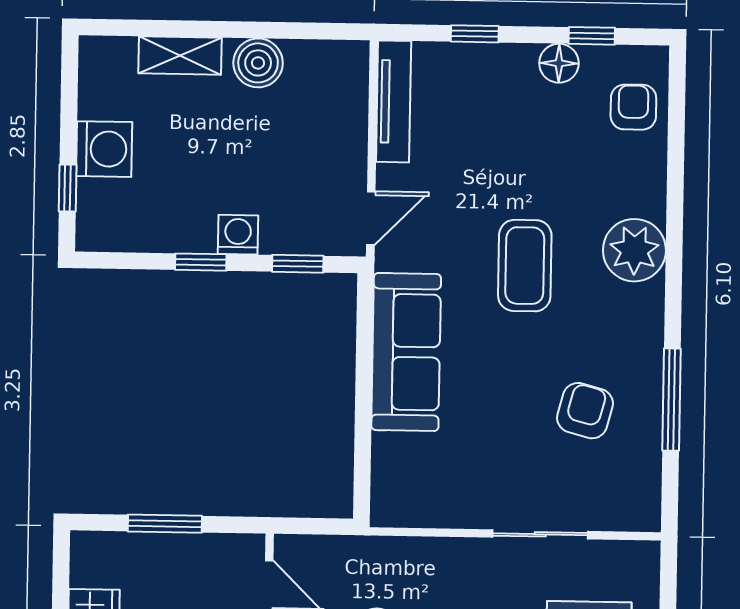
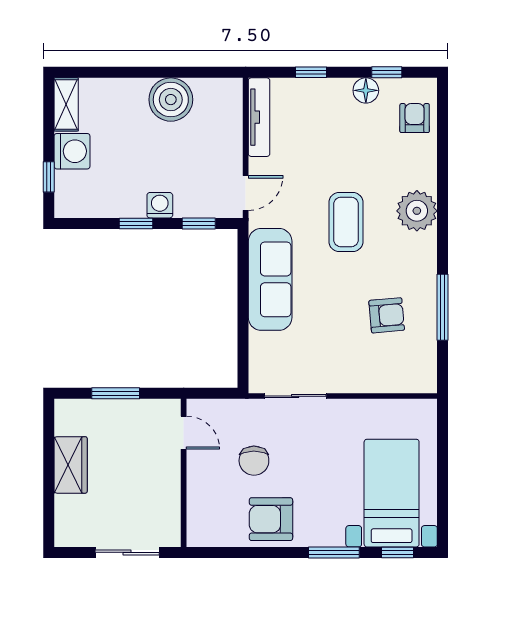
shelving: (180, 56) -> (66, 104), moved, turned 90
boiler: (258, 63) -> (171, 100), width x1.37, depth x1.37
armchair: (585, 411) -> (387, 315), turned 70
sliding door: (540, 534) -> (295, 396), moved

